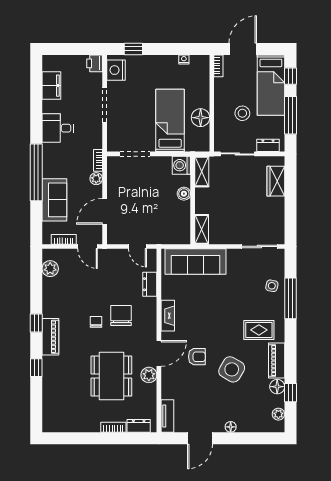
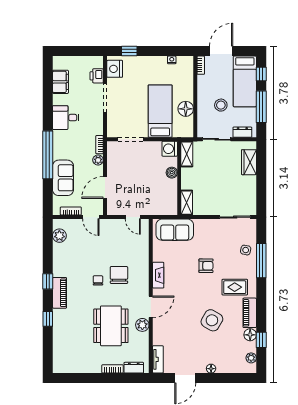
printer: (95, 63) -> (97, 76), moved
sofa: (195, 262) -> (175, 230), width x0.73
dresser: (150, 284) -> (143, 249), removed
armchair: (197, 357) -> (206, 266), moved

